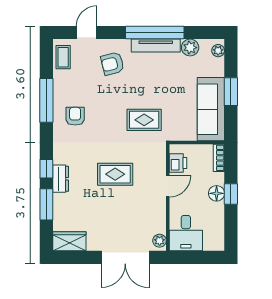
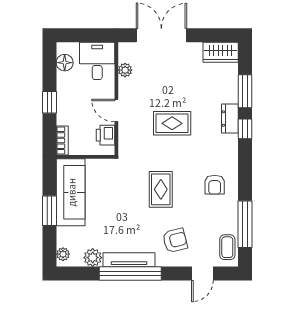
window: (46, 100) -> (245, 224), moved
rug: (144, 120) -> (161, 189), moved, turned 90
door: (168, 186) -> (116, 111), hinge flipped
floor lamp: (217, 193) -> (65, 63), moved
plant: (160, 241) -> (125, 70), moved

